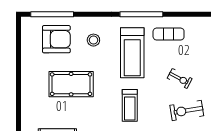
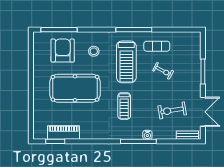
armchair: (56, 39) -> (63, 51), turned -90
exercise bike: (180, 78) -> (163, 71), moved
pool table: (71, 84) -> (75, 88), width x1.36, depth x1.32

